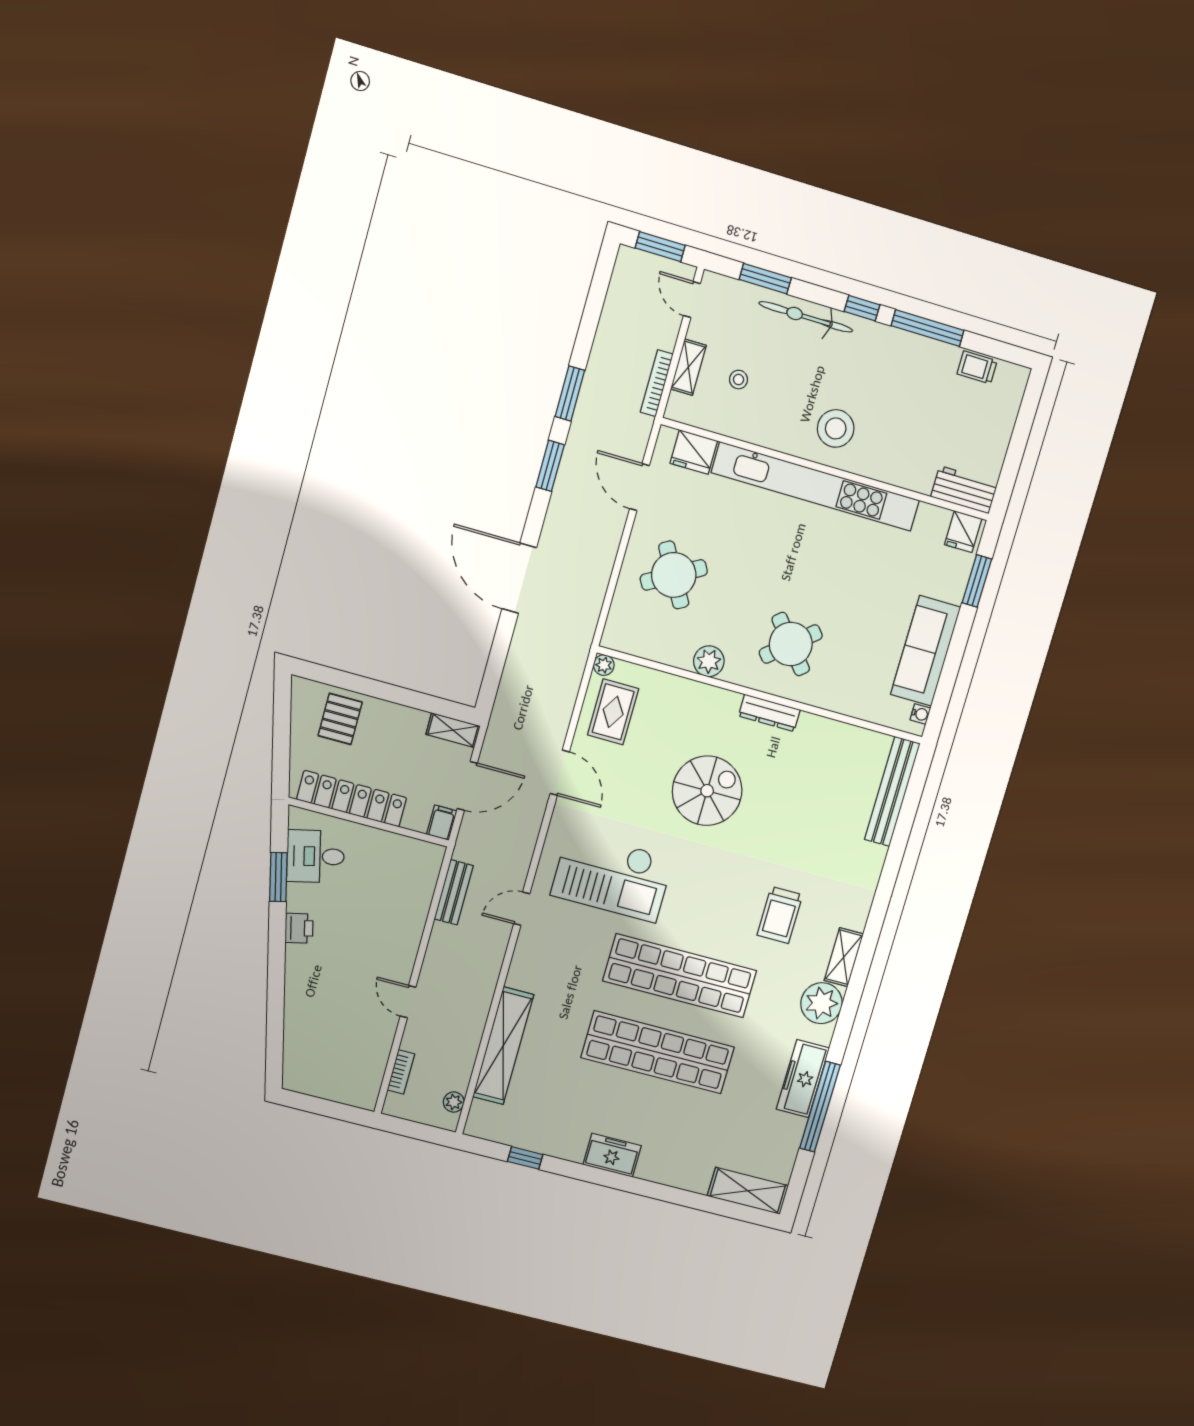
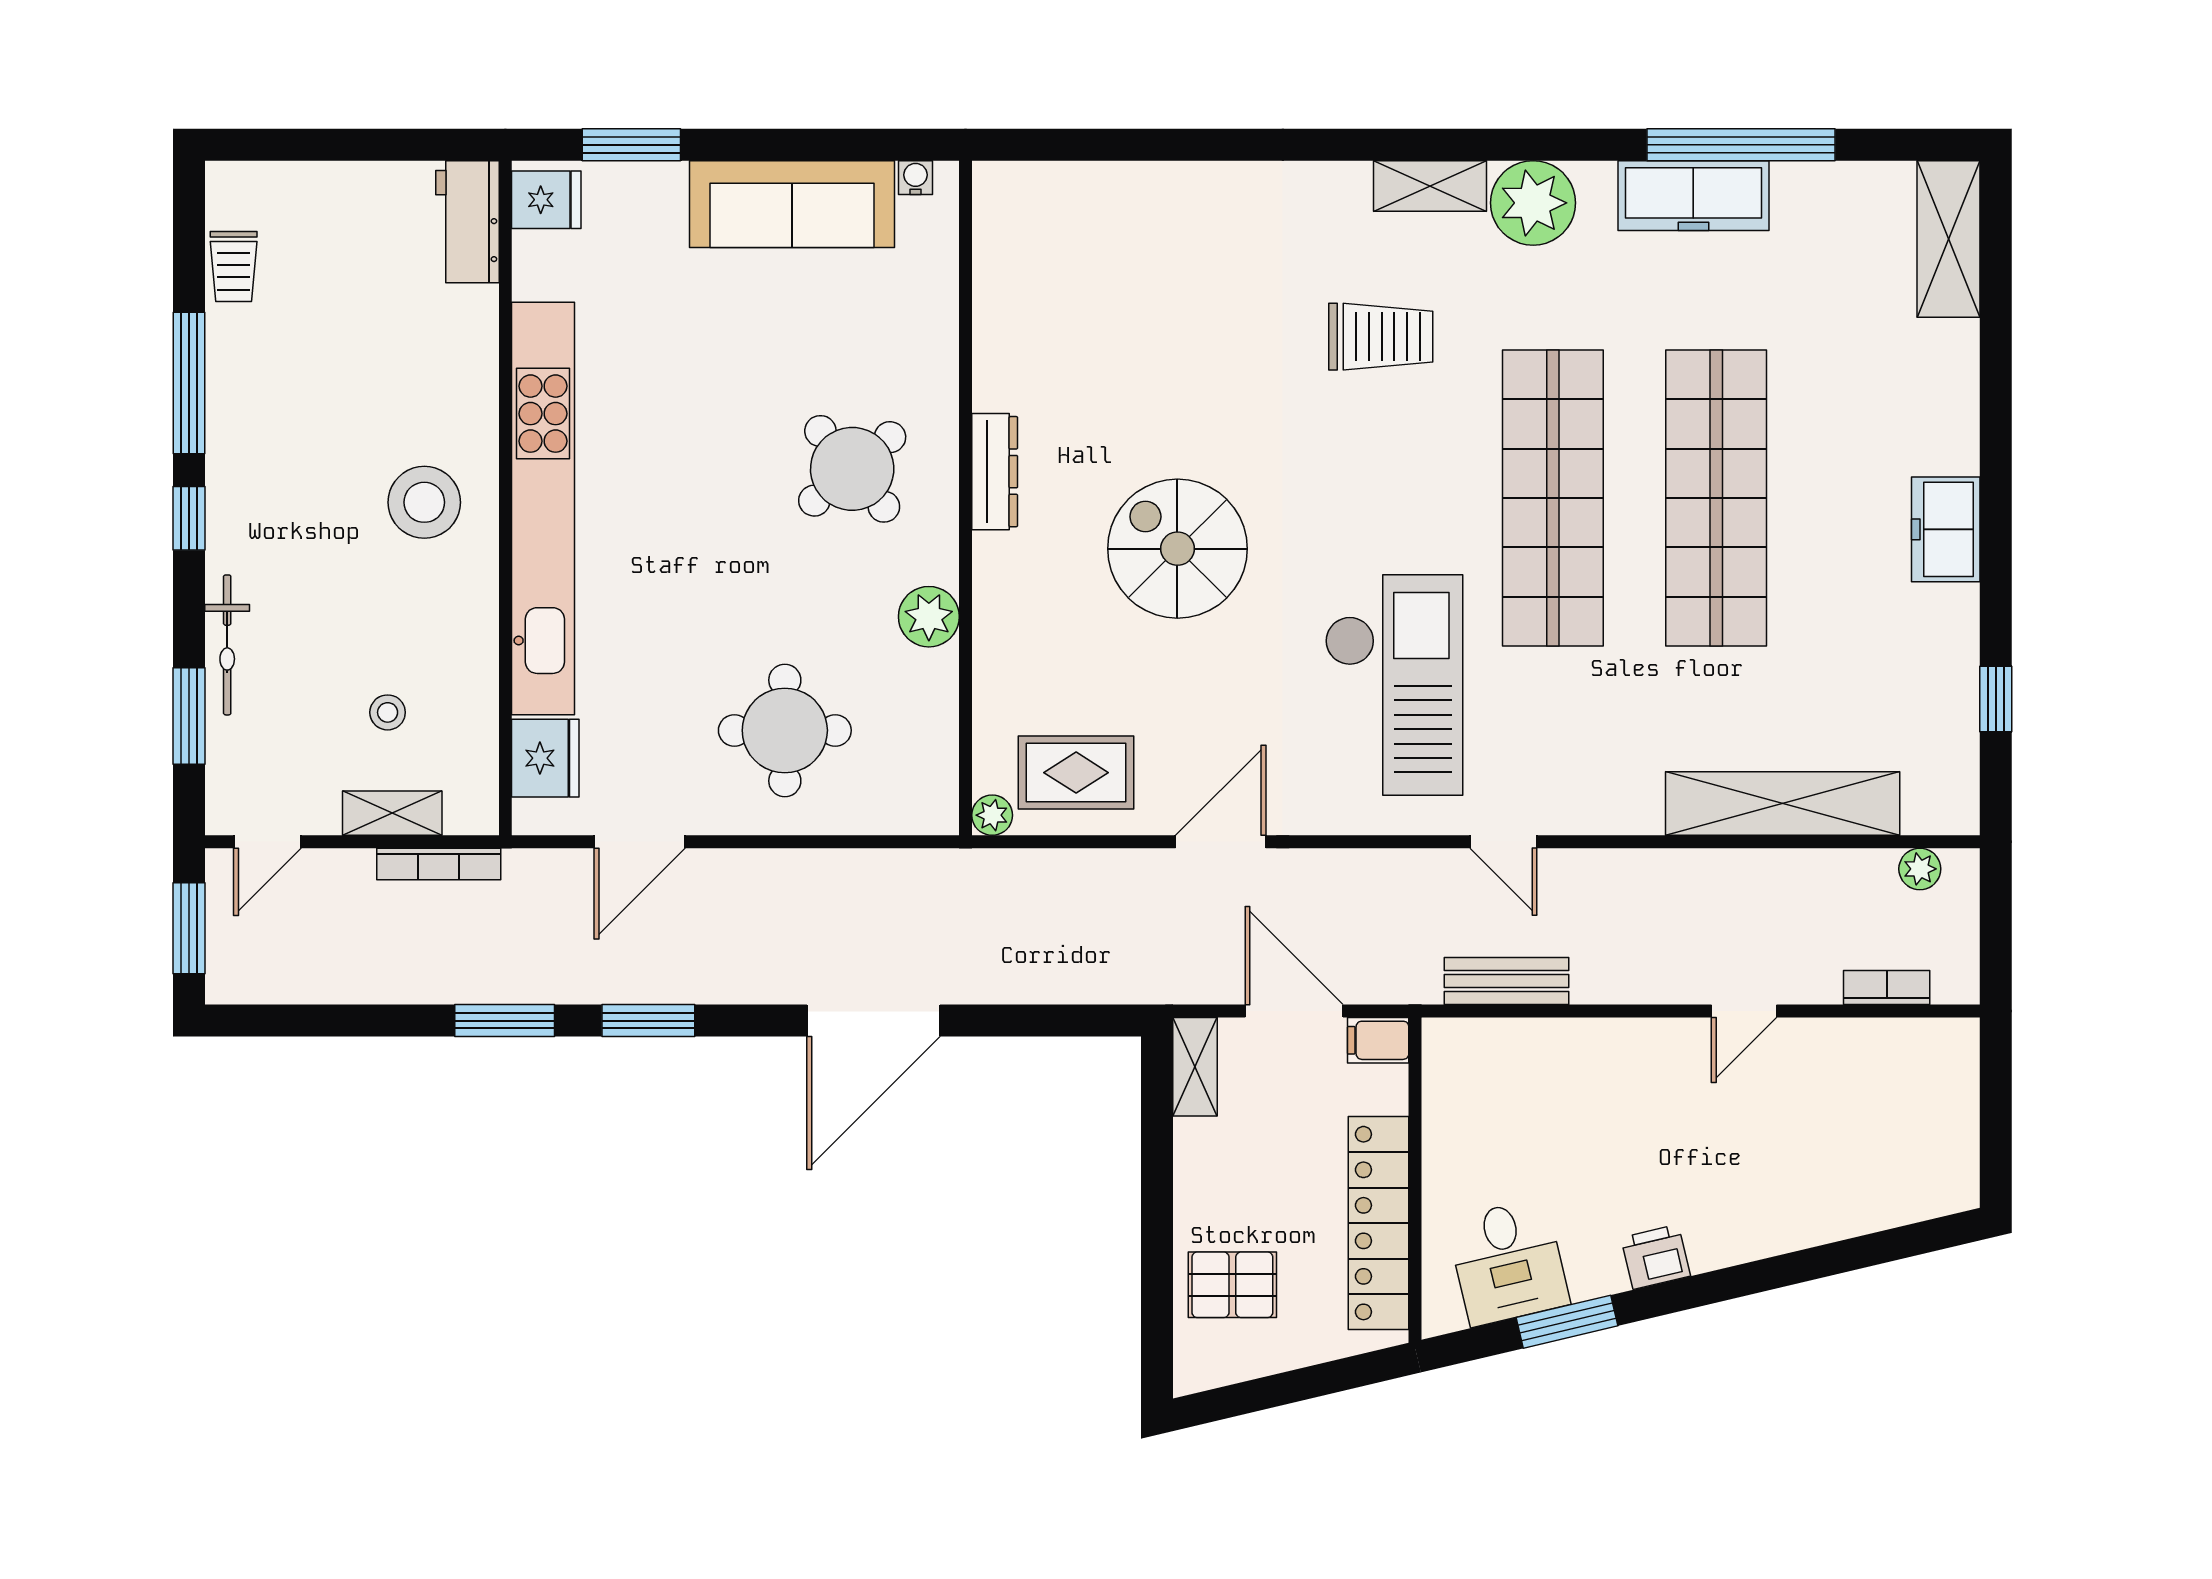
bicycle: (806, 317) -> (227, 645), width x0.73, depth x0.71
round table: (674, 575) -> (785, 730), turned 30
bench: (892, 791) -> (1080, 187), removed

